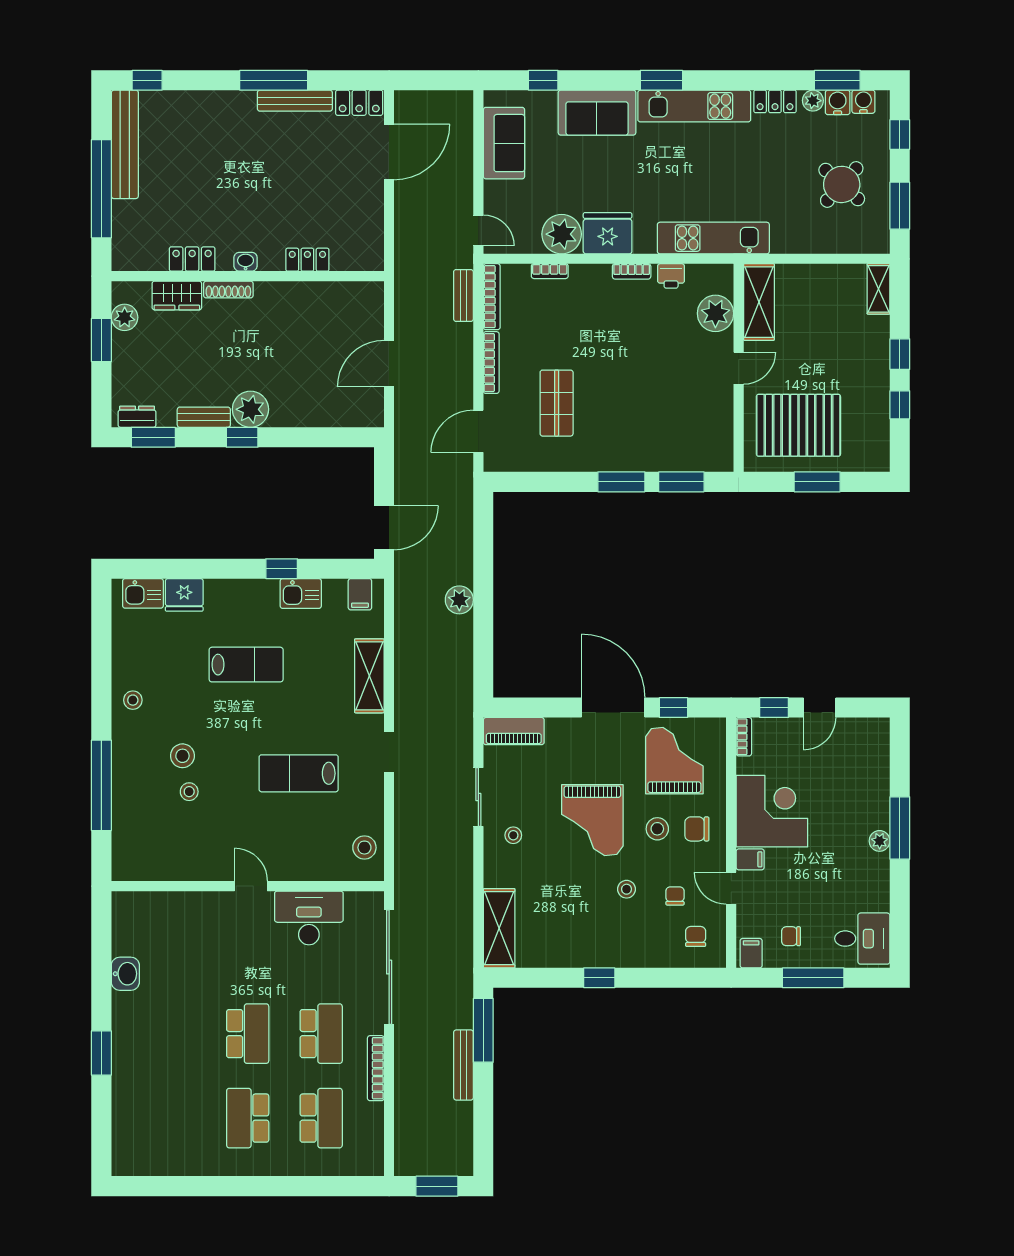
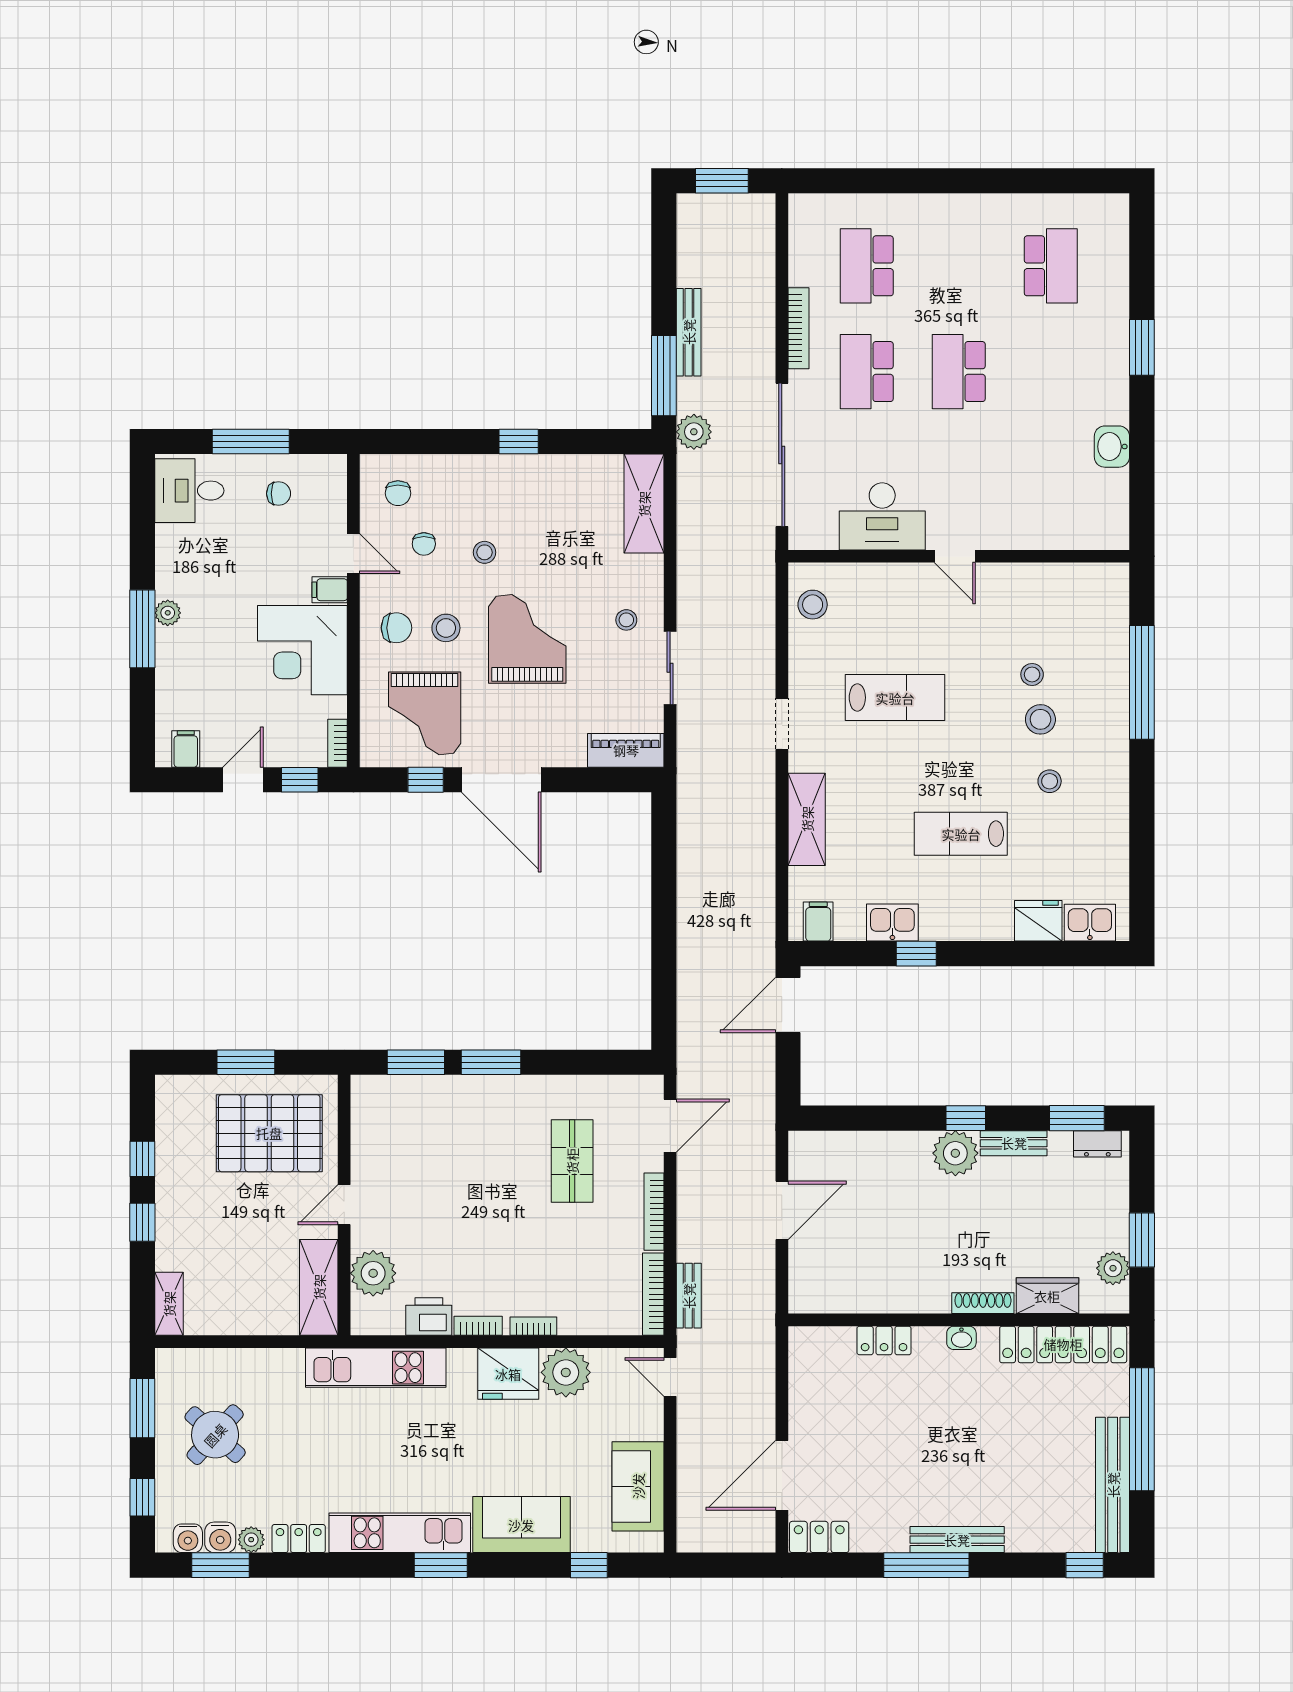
bench: (295, 101) -> (957, 1540), moved
locker: (192, 259) -> (1063, 1344), width x2.16, depth x1.21
bookcase: (550, 271) -> (533, 1326), moved
printer: (671, 276) -> (429, 1317), width x1.36, depth x1.24
plant: (459, 600) -> (694, 432), moved
stool: (133, 700) -> (1050, 781), moved
filing cabinet: (751, 953) -> (186, 749), moved, turned 180
school desk: (248, 1118) -> (1051, 266), moved

